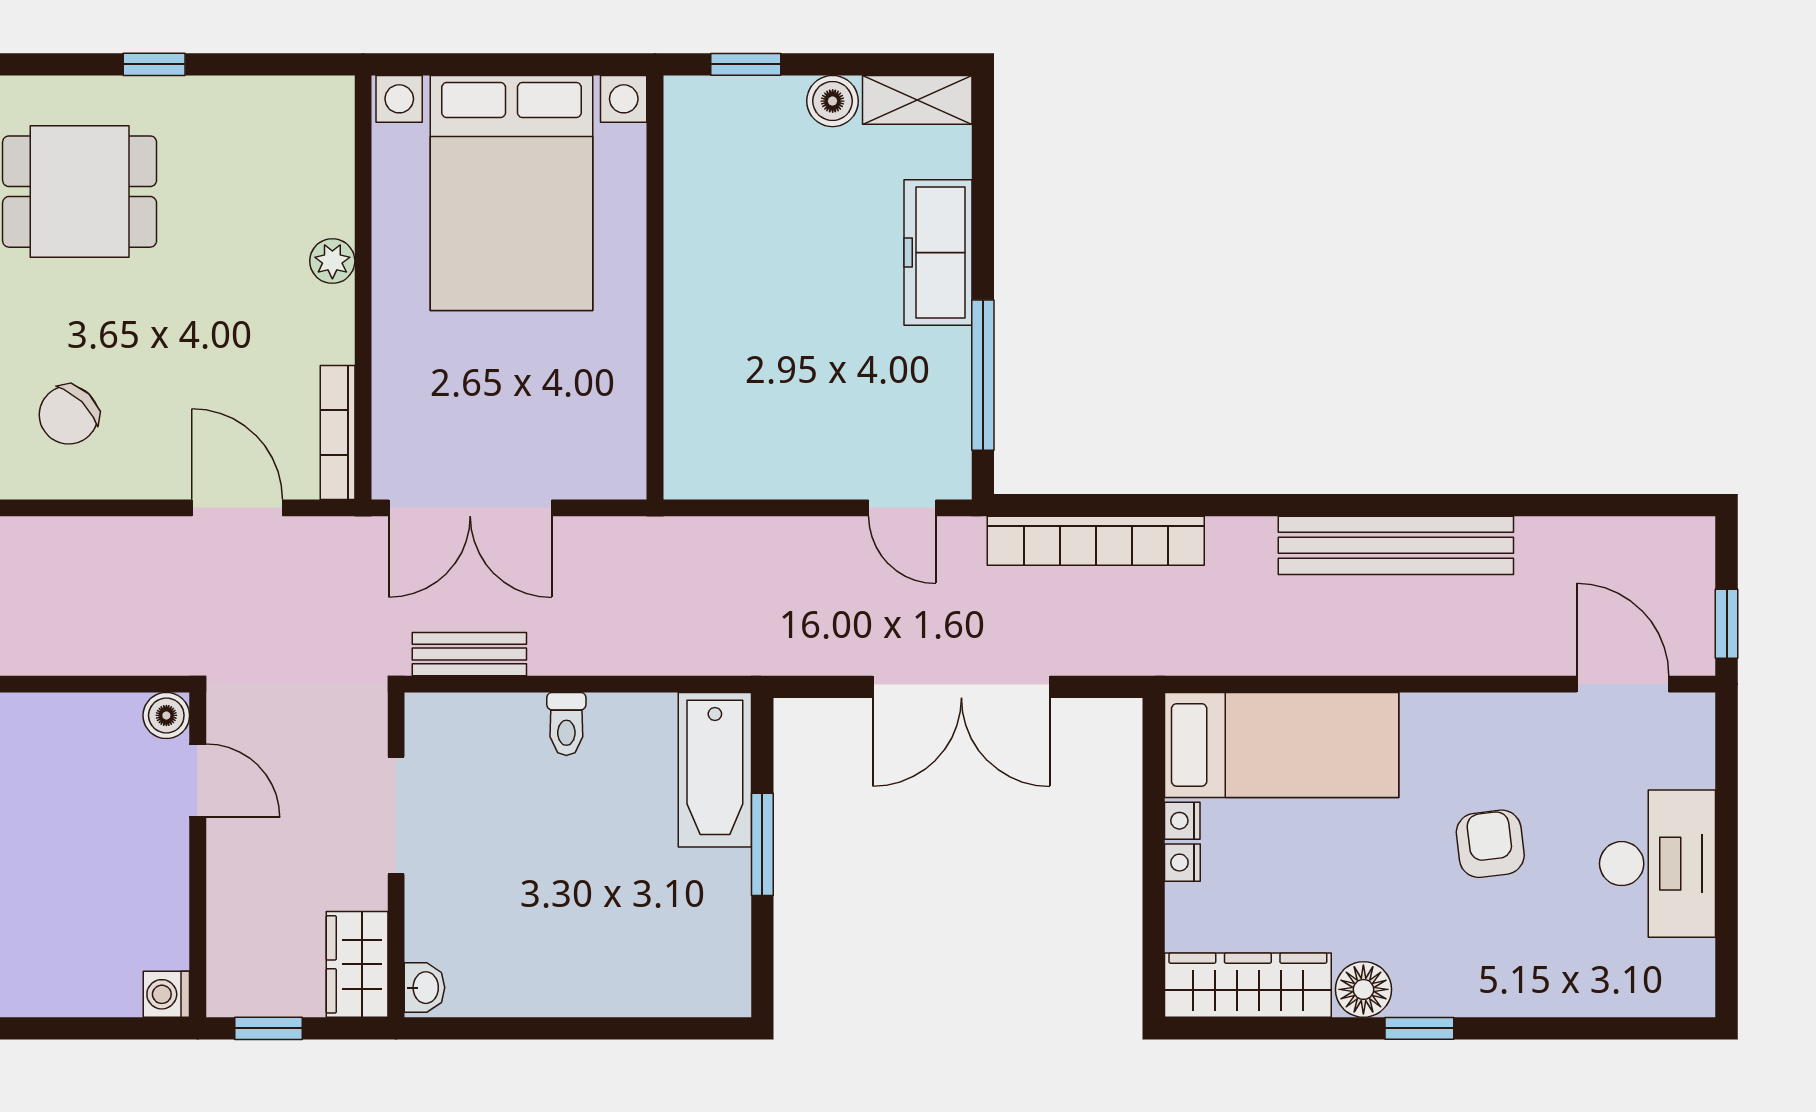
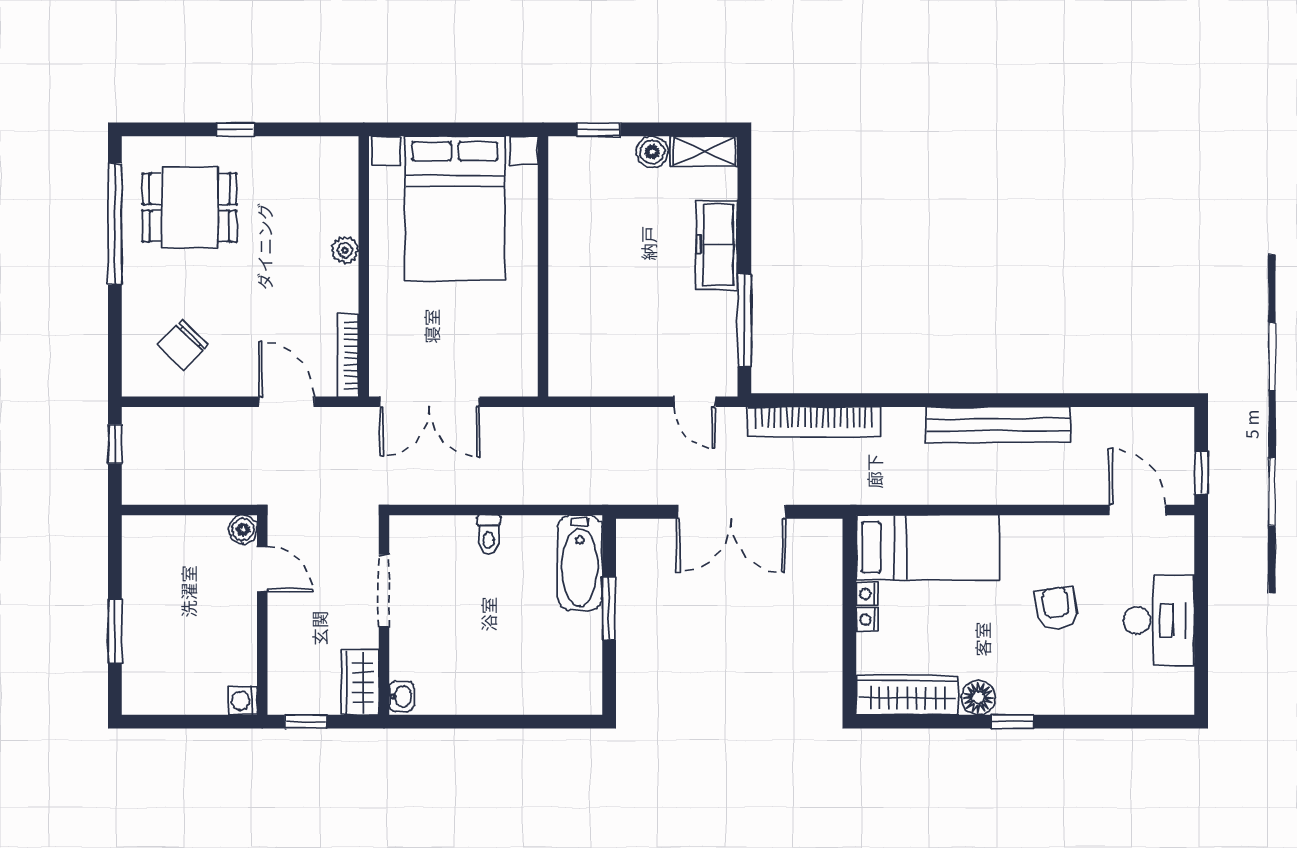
bench: (469, 654) -> (429, 492), removed

